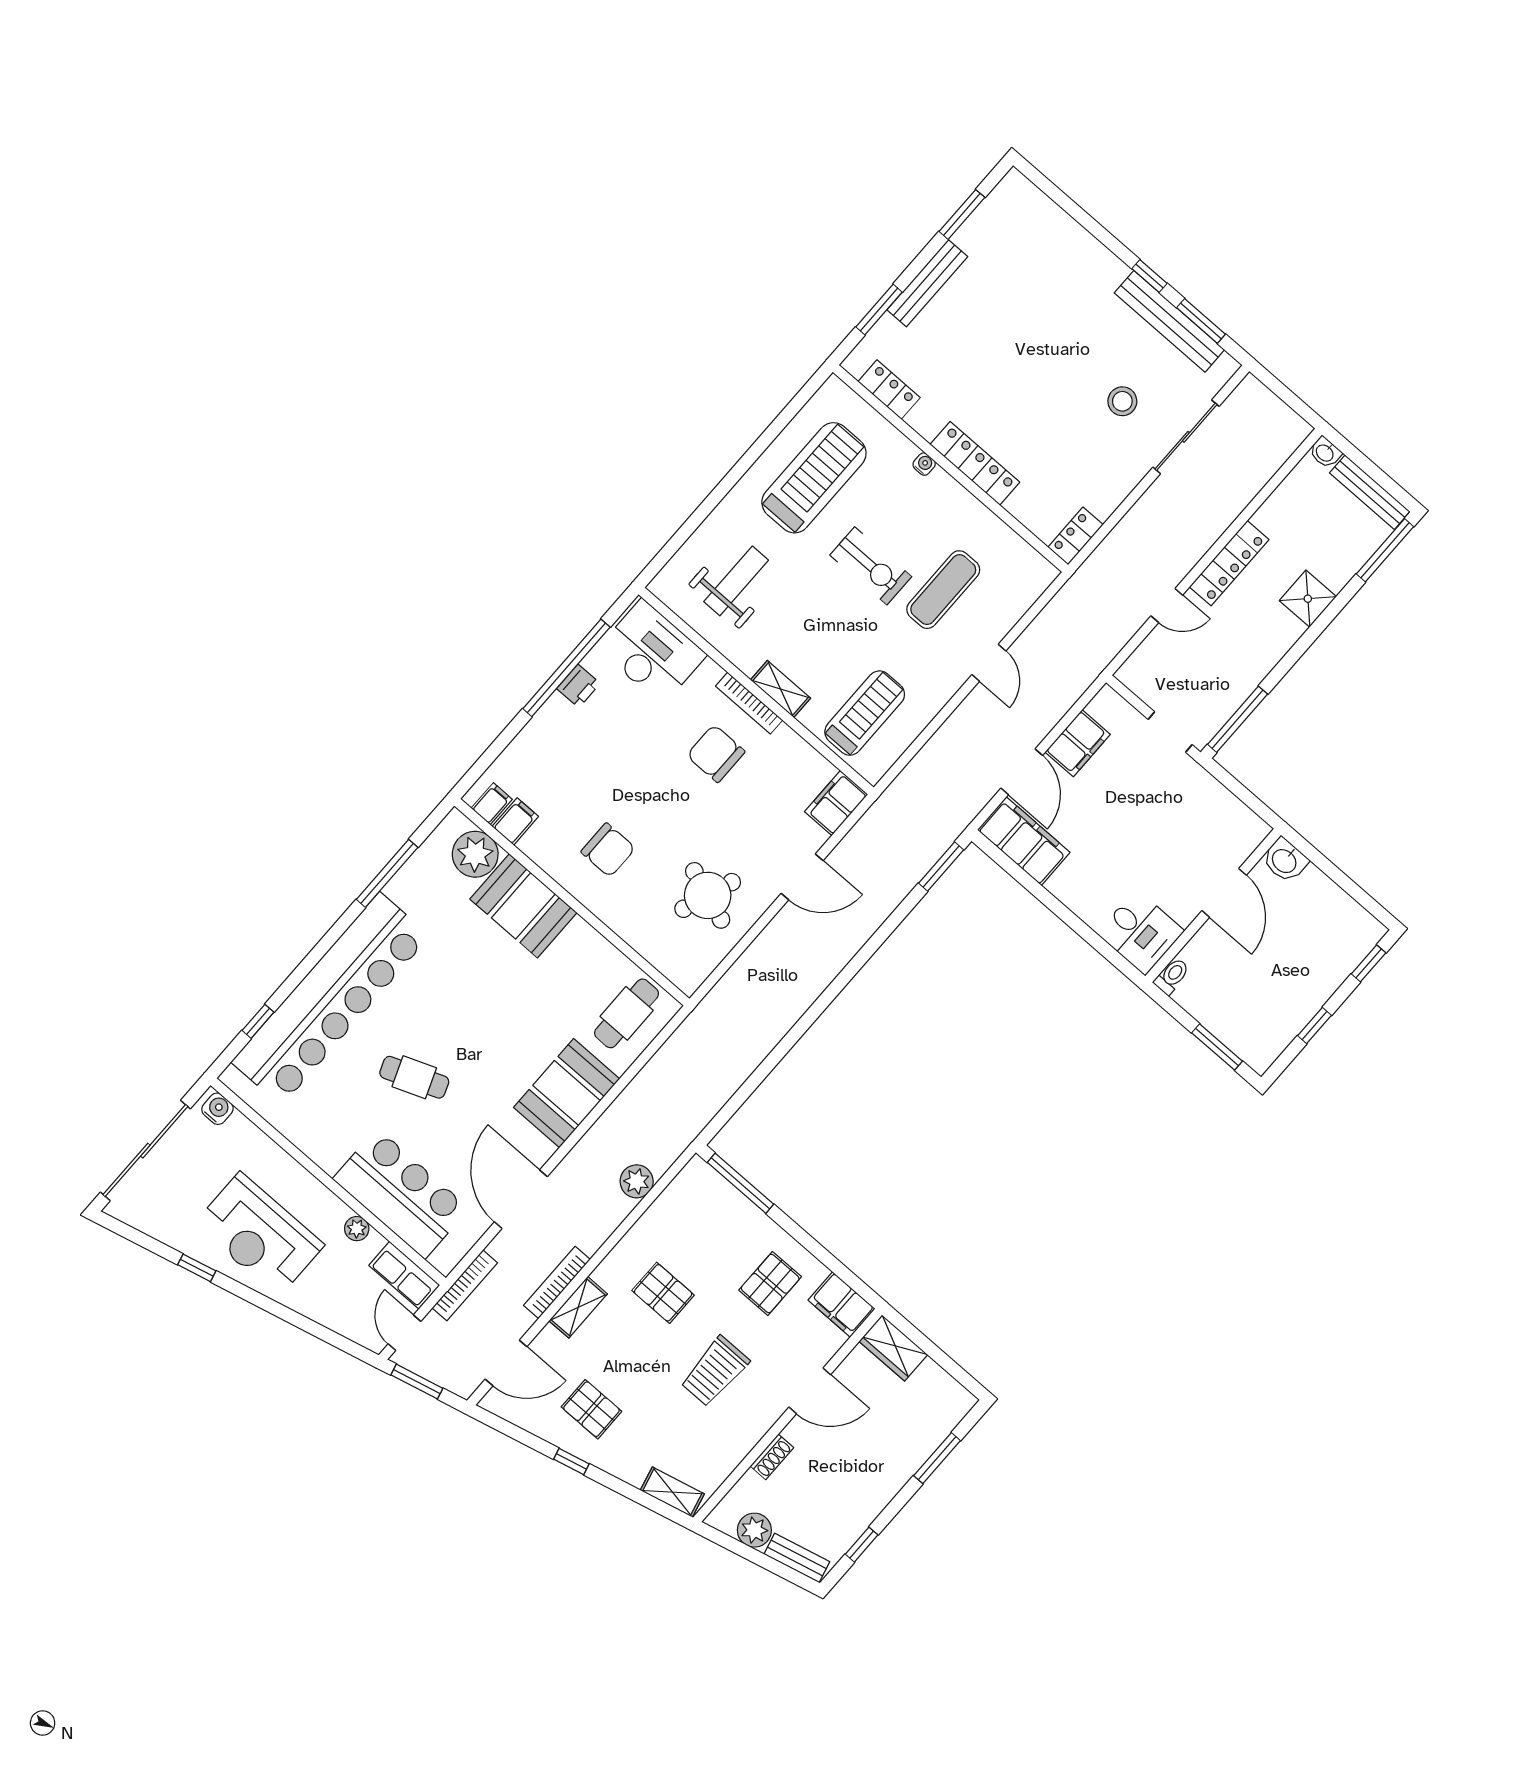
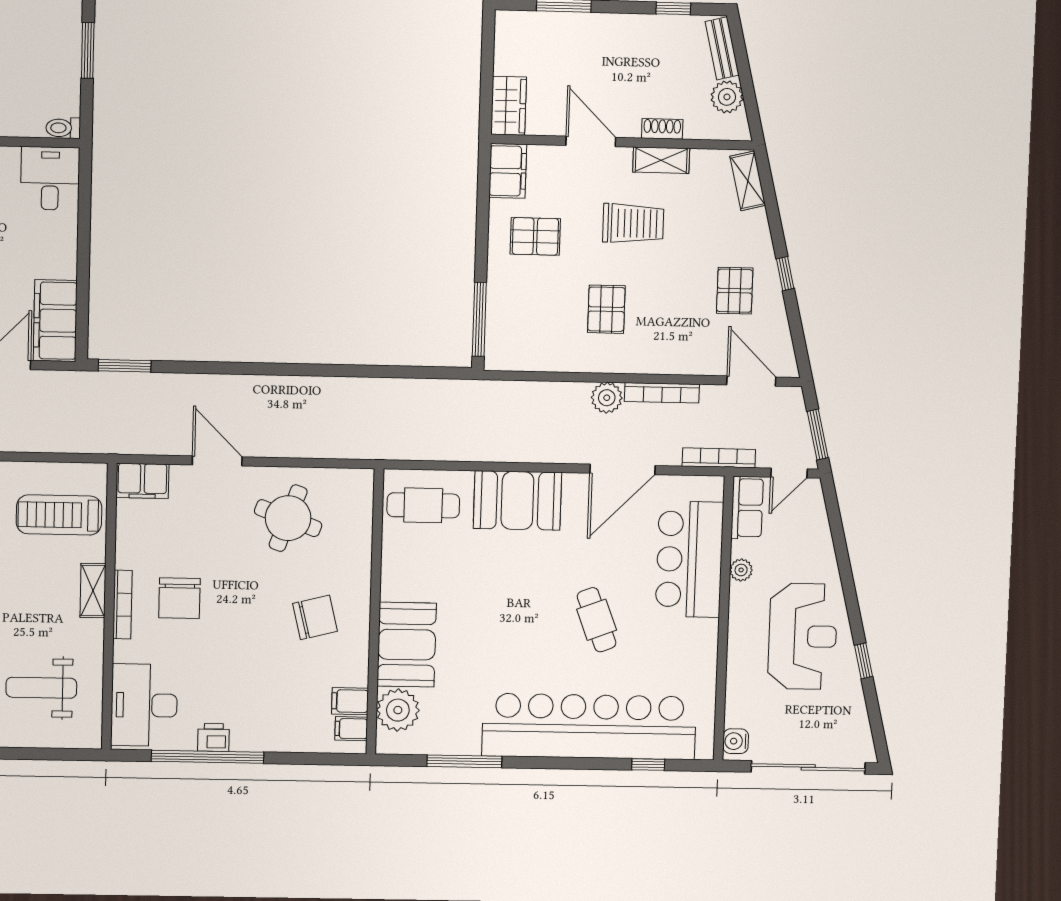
chair: (608, 850) -> (315, 617), turned 76
plant: (637, 1181) -> (607, 398), moved
shelving: (578, 1307) -> (661, 160), moved

